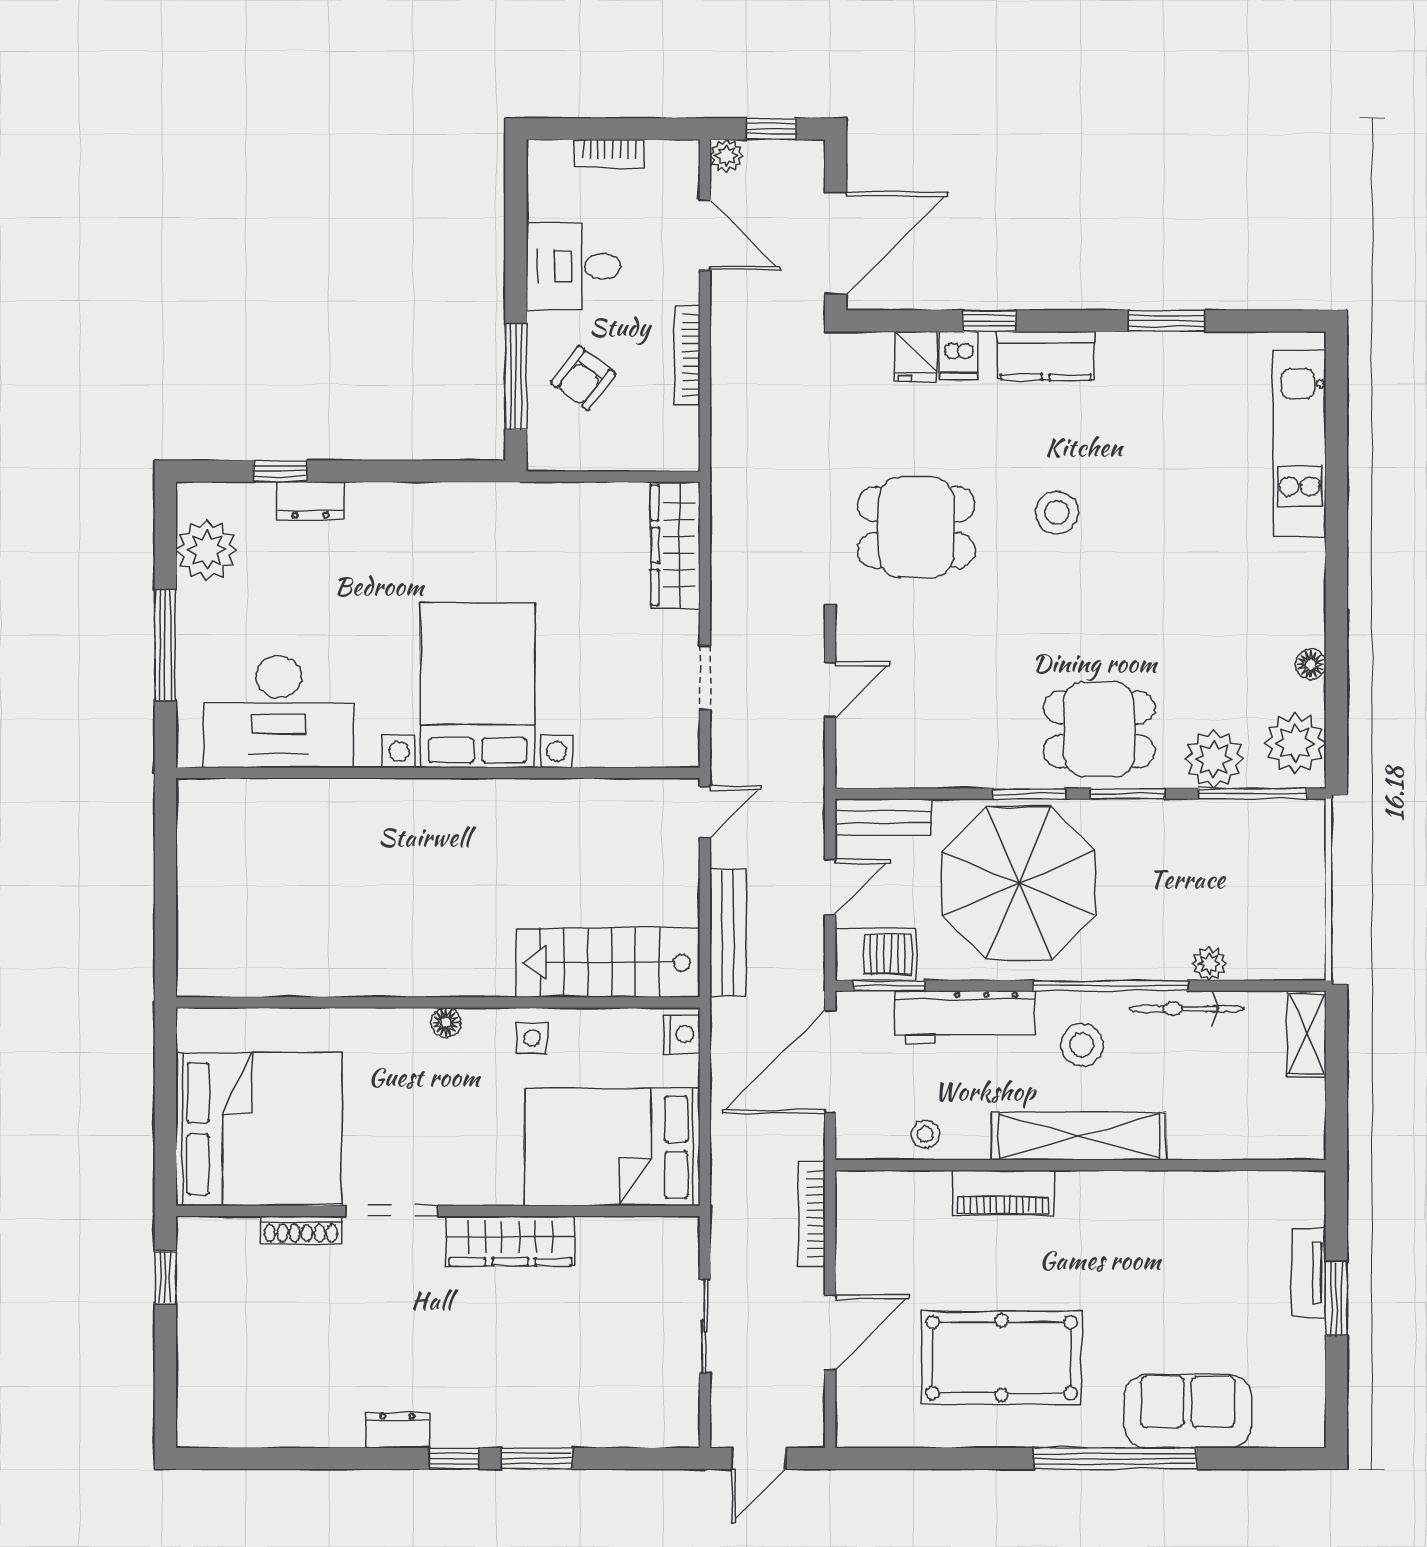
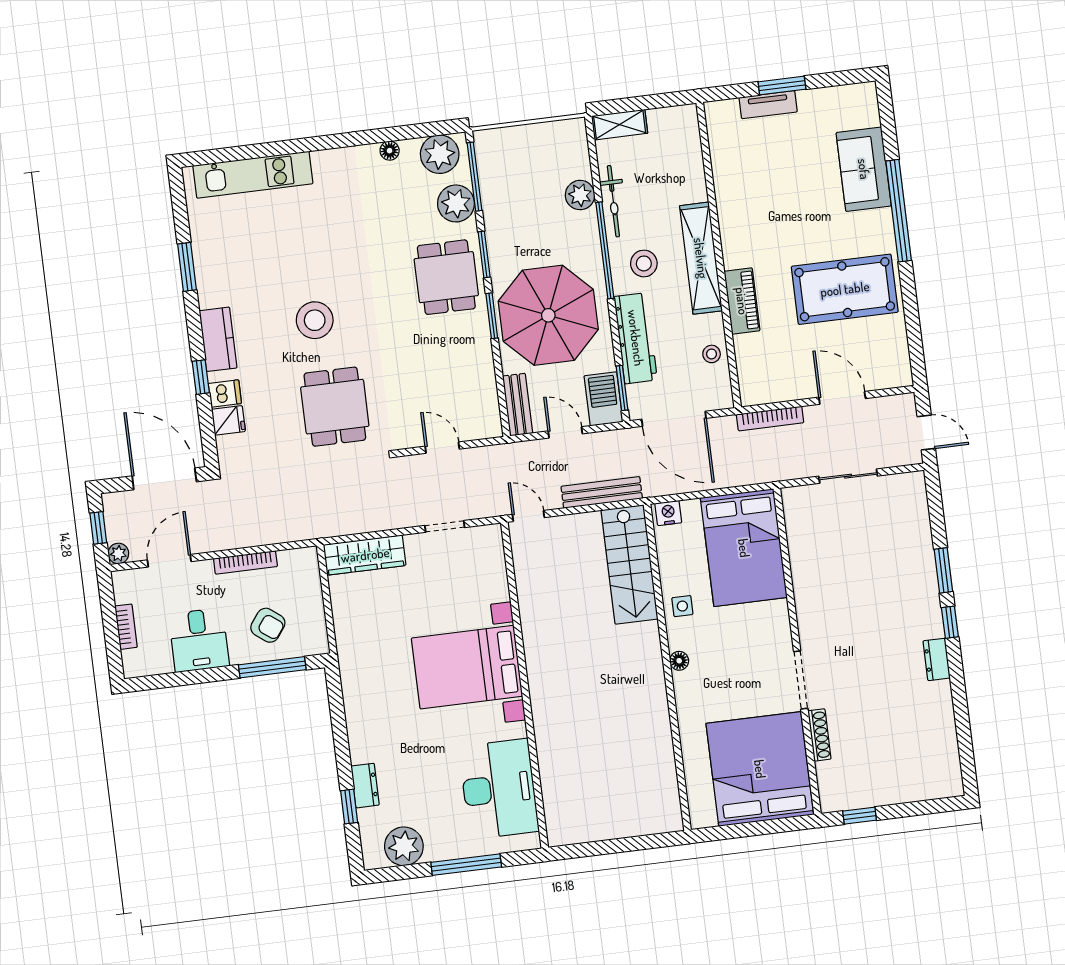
stool: (1057, 512) -> (315, 320), width x1.38, depth x1.38
plant: (1209, 964) -> (580, 195), width x1.38, depth x1.38
wardrobe: (510, 1241) -> (810, 604), removed
pool table: (1001, 1358) -> (845, 289), turned 90

